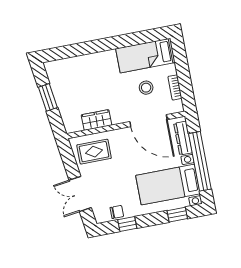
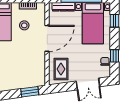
window: (48, 97) -> (30, 92), moved
wardrobe: (96, 120) -> (40, 63), removed
door: (148, 121) -> (47, 38), moved

